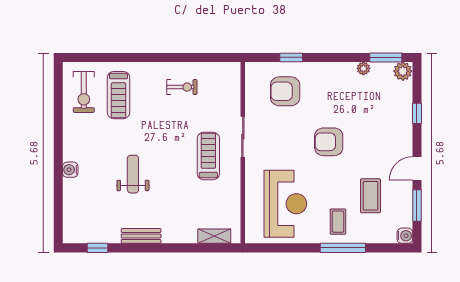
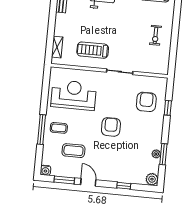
window: (386, 57) -> (163, 154), moved
treadmill: (208, 156) -> (93, 50), moved, turned 180
reception desk: (285, 204) -> (74, 95), turned 180

